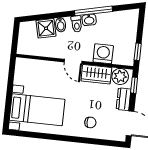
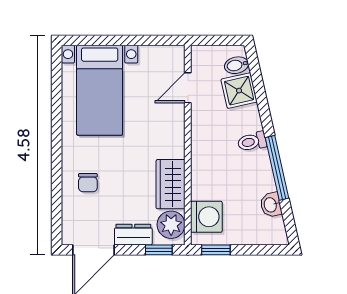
washbasin: (89, 20) -> (271, 205), moved
bidet: (61, 25) -> (236, 65), moved
washing machine: (103, 54) -> (206, 217), moved
door: (73, 62) -> (188, 88), moved

